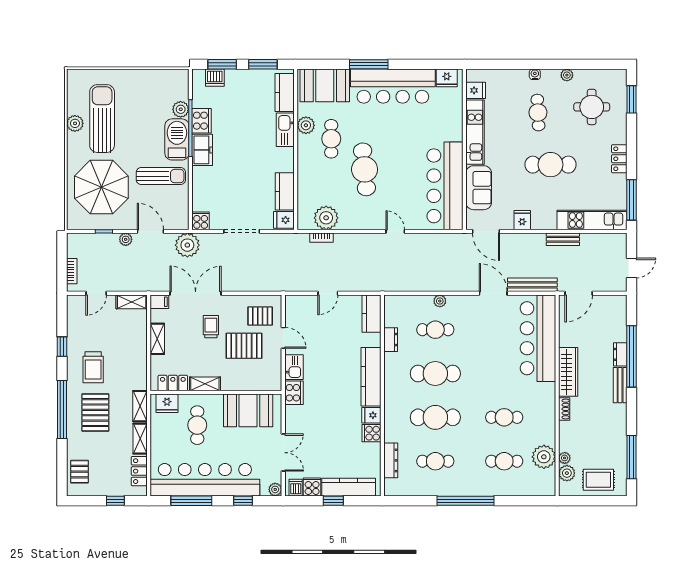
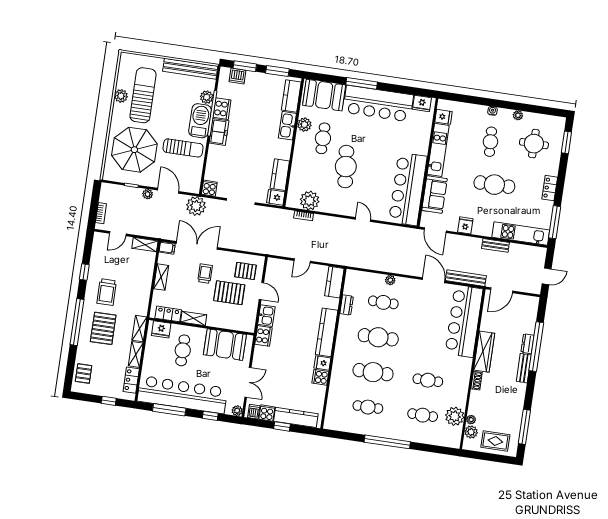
bench: (155, 77) -> (190, 69), added
dresser: (391, 460) -> (332, 401), removed

